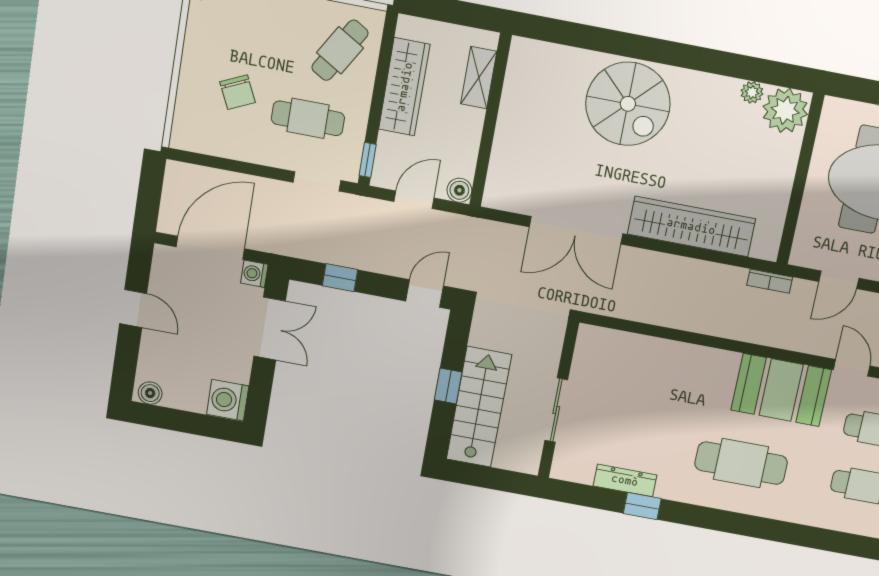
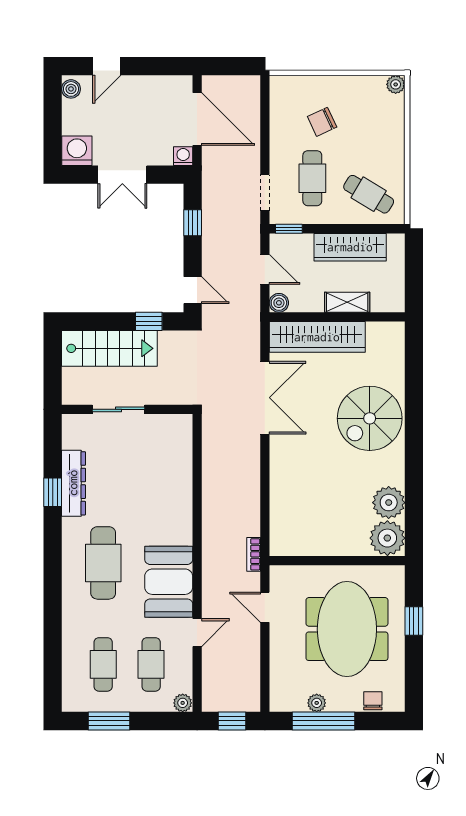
shelving: (479, 78) -> (347, 302), moved
plant: (752, 92) -> (389, 503), width x1.87, depth x1.87
wardrobe: (691, 226) -> (317, 337), moved, turned 90
double door: (576, 230) -> (265, 398), swing flipped
door: (133, 309) -> (107, 66), moved
double door: (270, 329) -> (122, 175), moved
window: (448, 386) -> (149, 321), moved
dresser: (625, 480) -> (73, 483), width x1.37, depth x1.24

